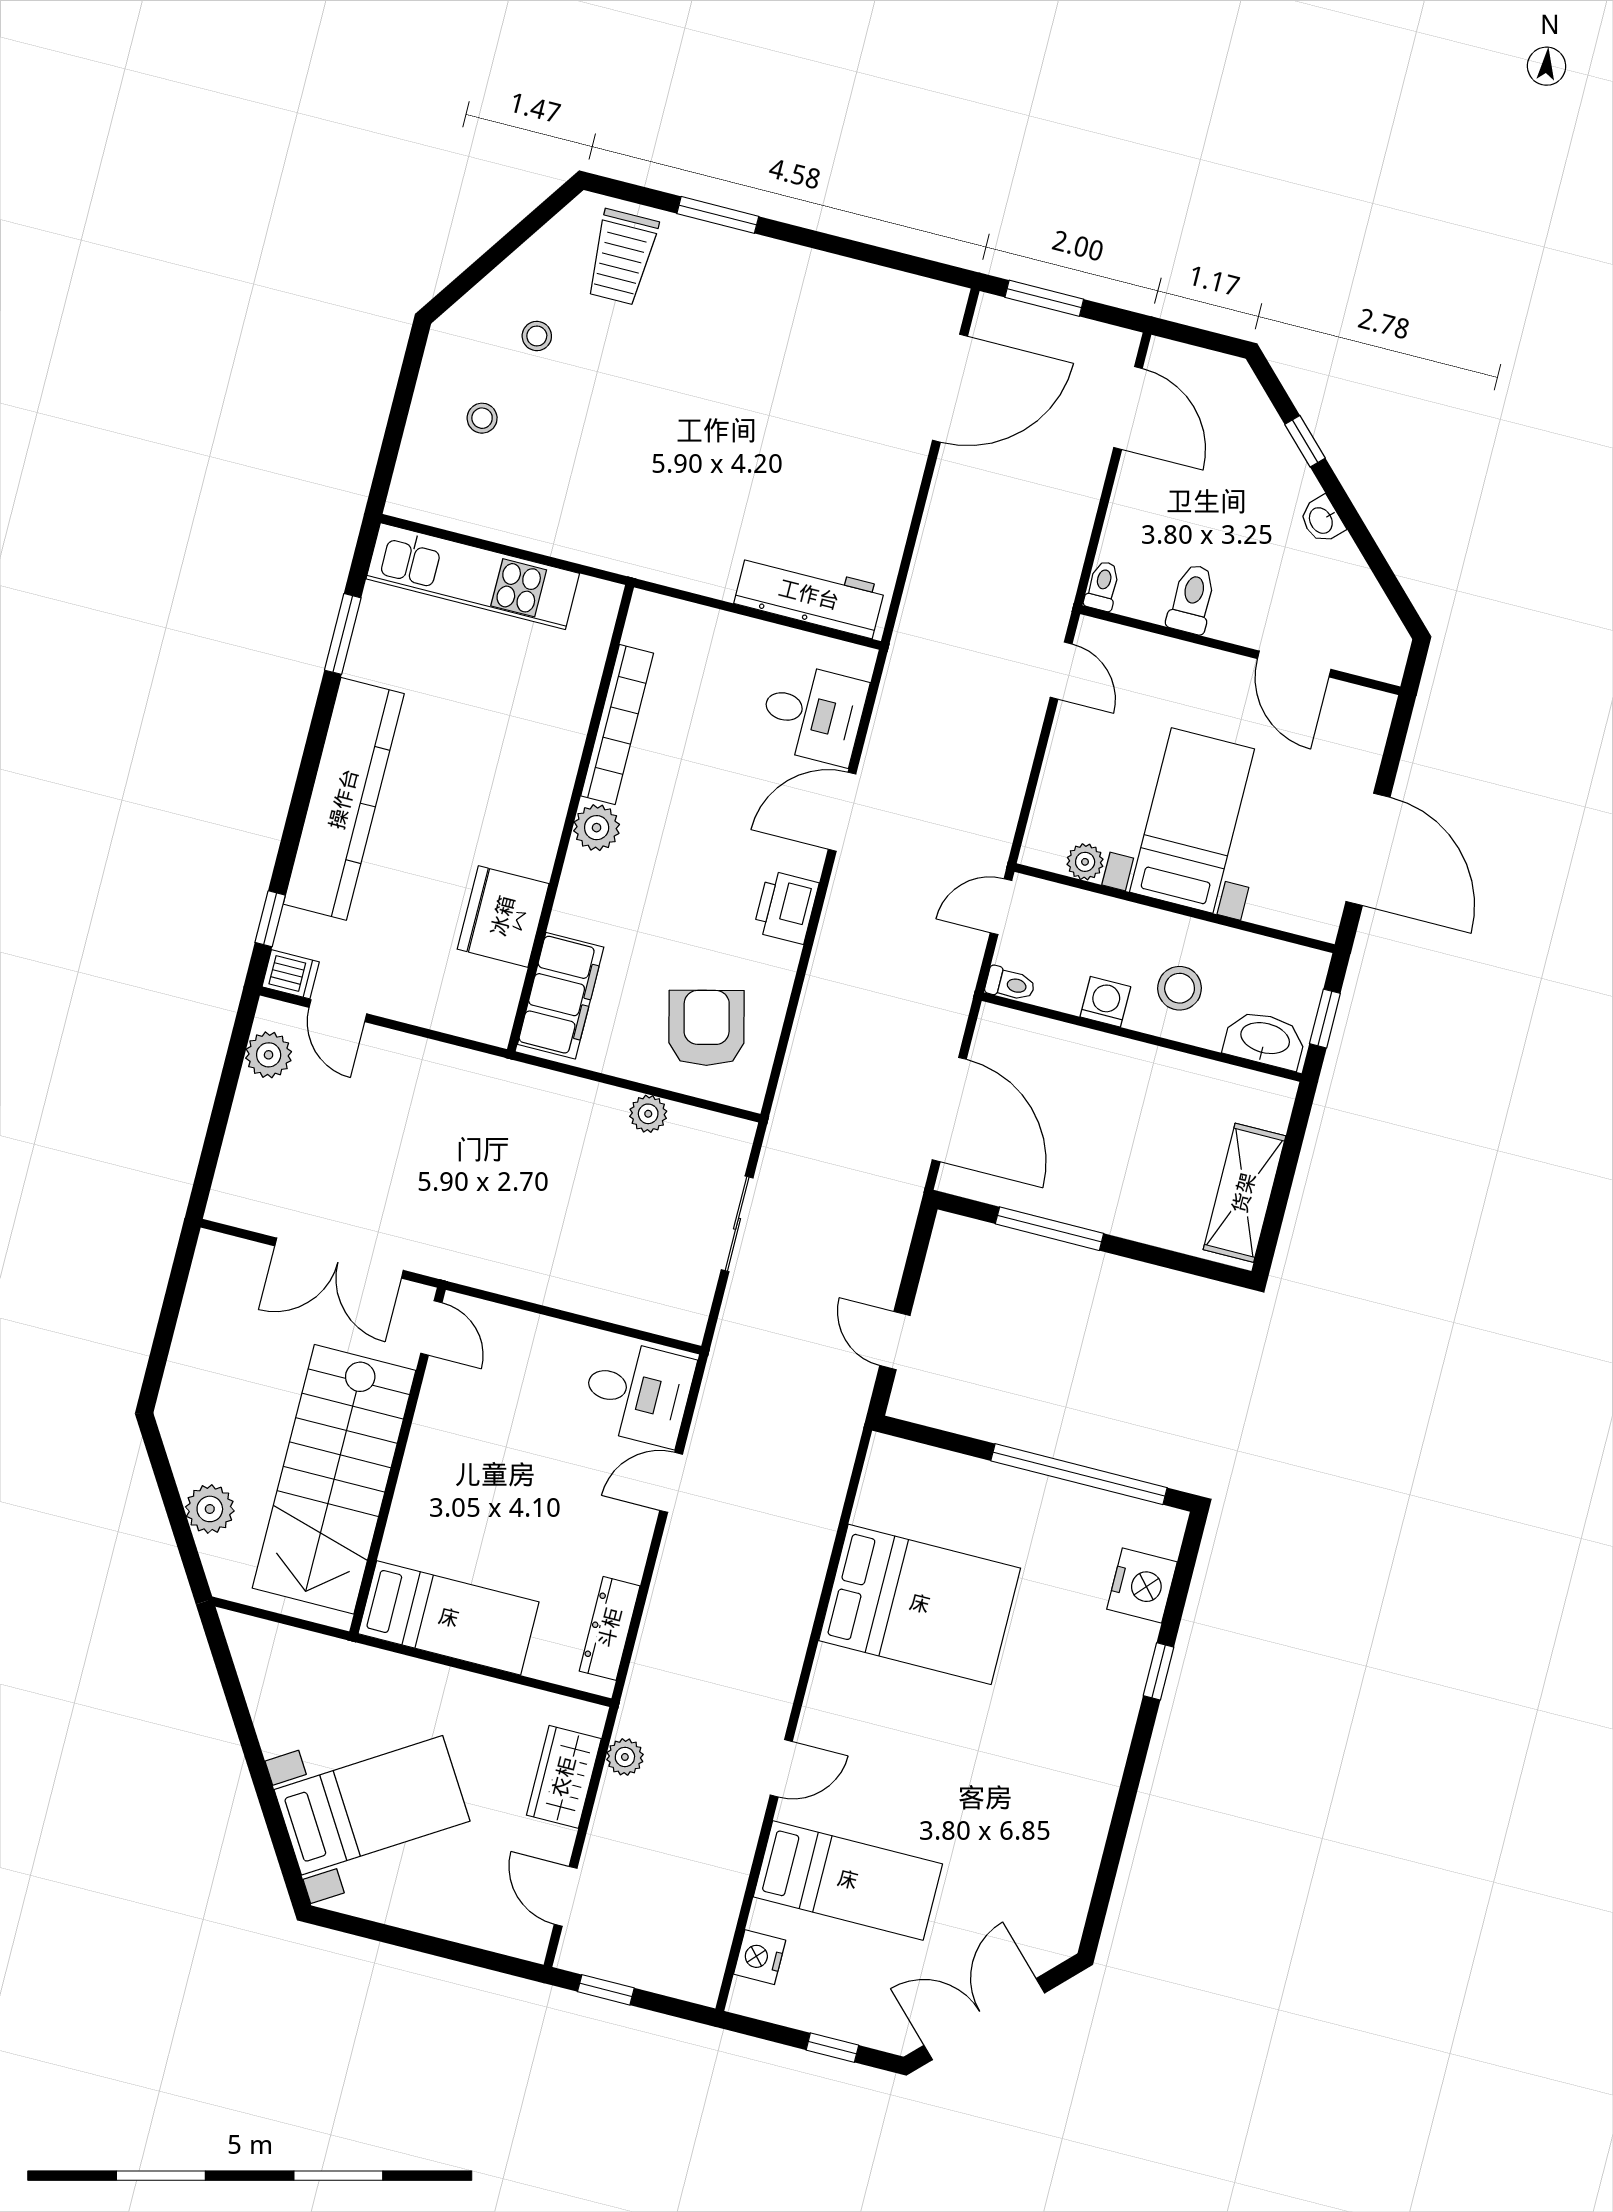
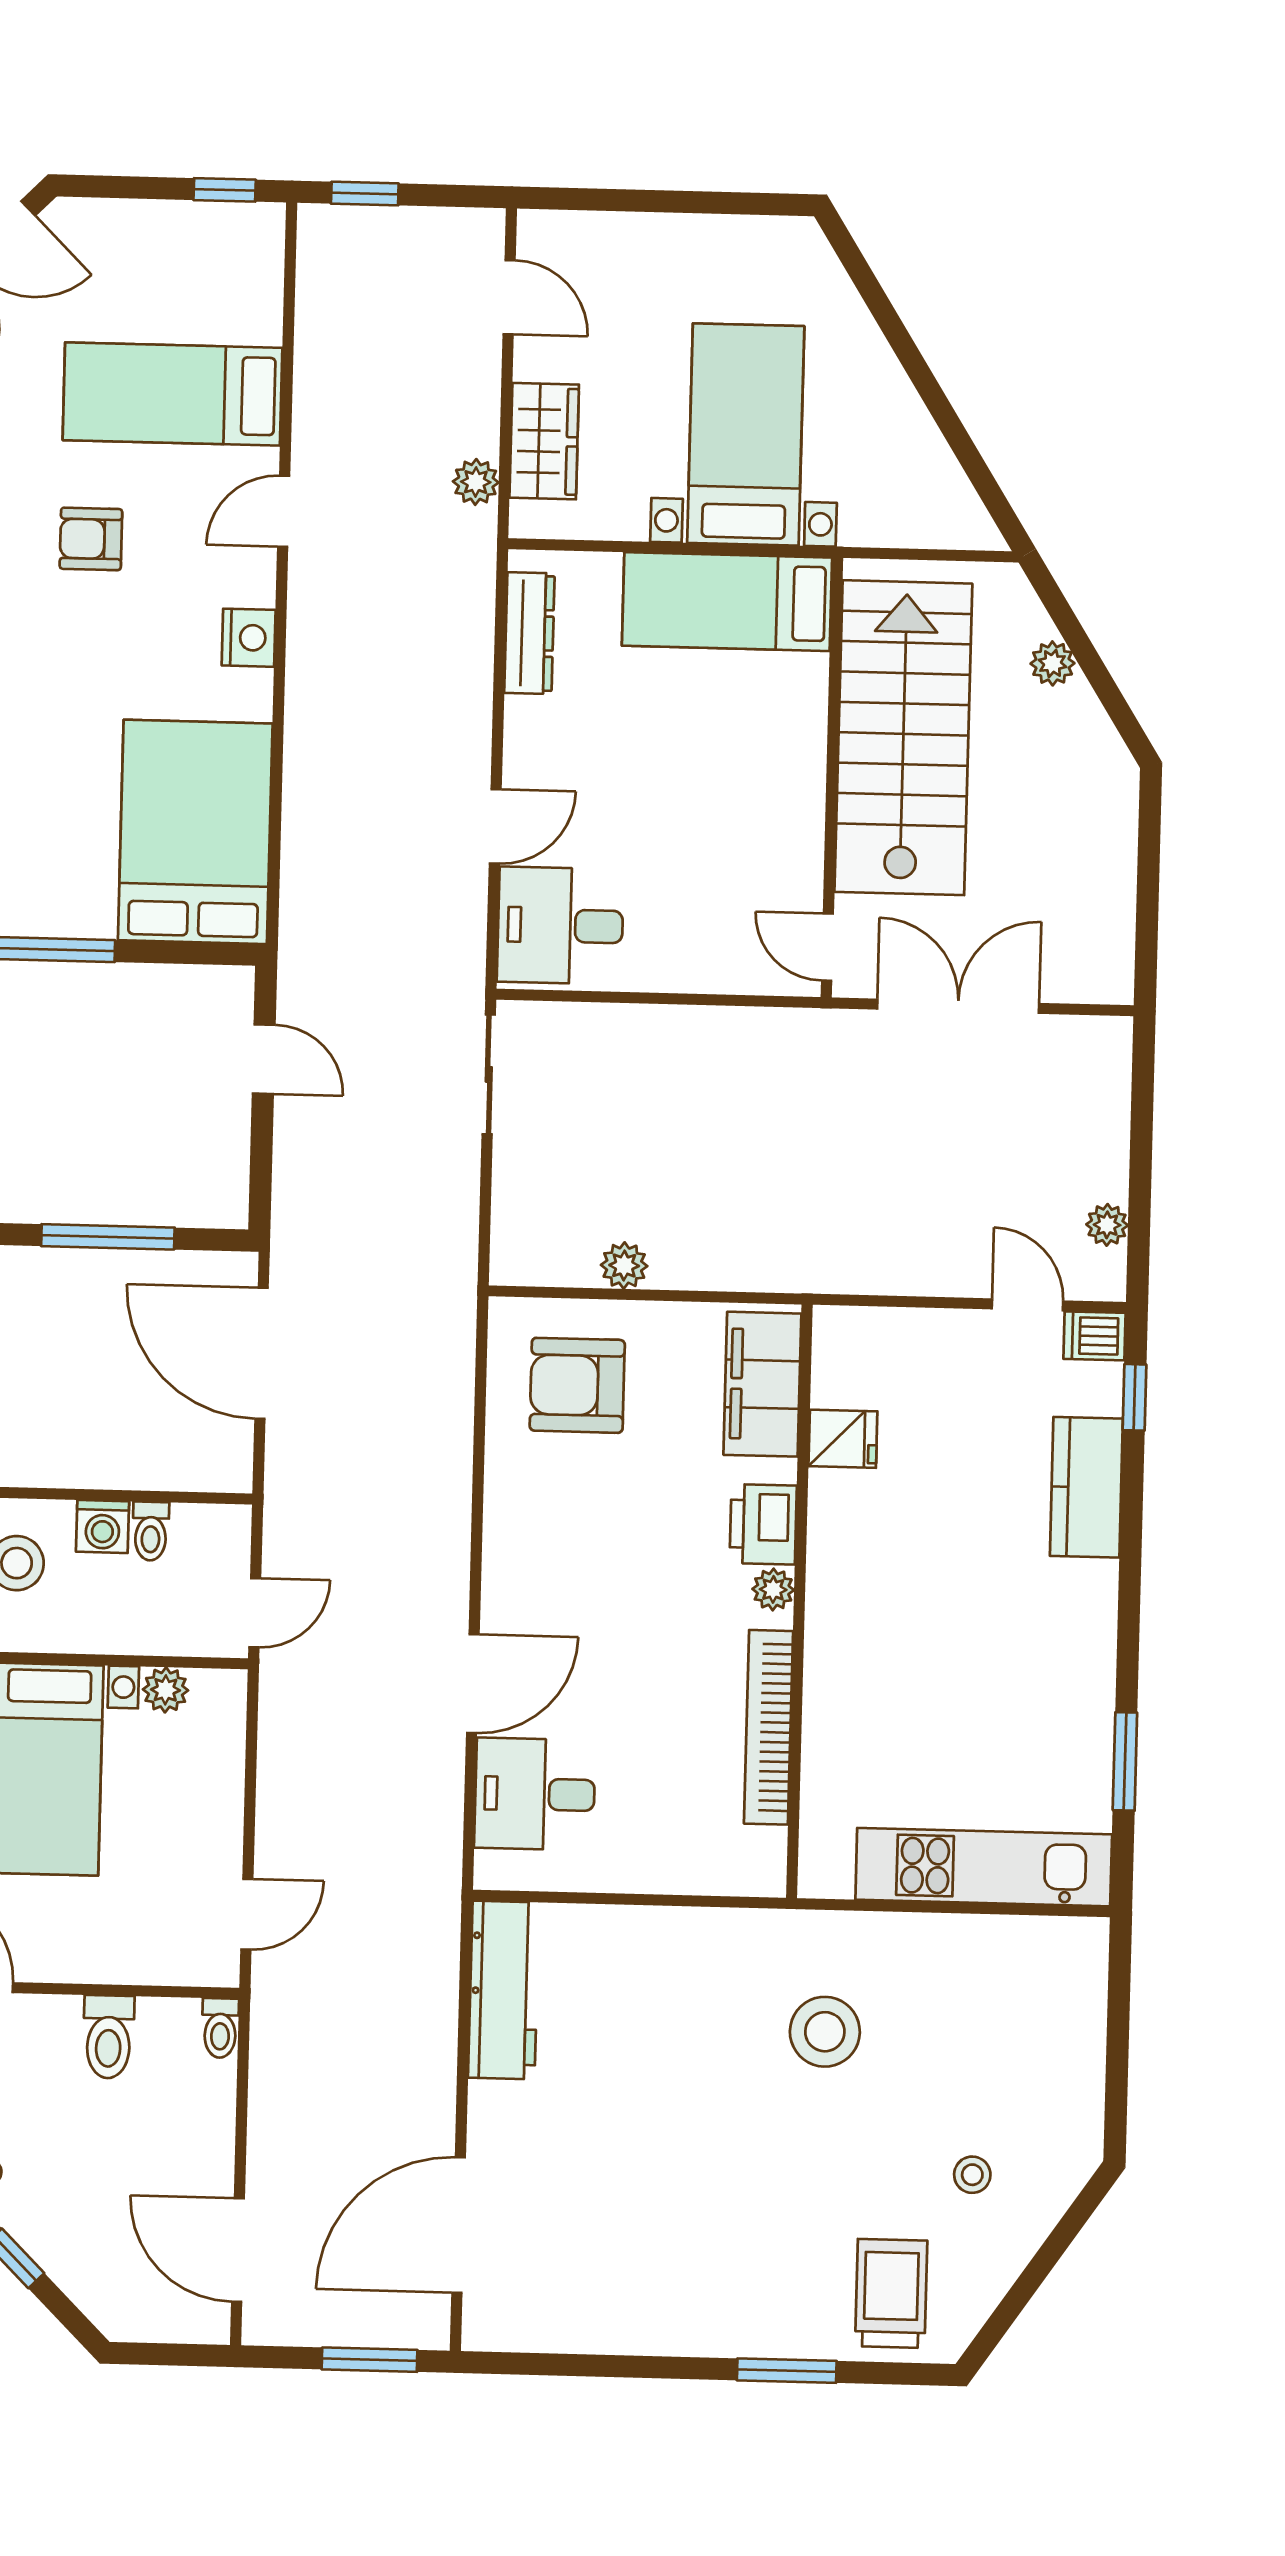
stool: (482, 418) -> (825, 2032), moved, width x1.89, depth x1.89
workbench: (809, 595) -> (504, 1990), moved, turned -90
door: (1061, 671) -> (247, 1914), swing flipped
kitchen counter: (344, 799) -> (1086, 1487), width x0.48, depth x0.86
plant: (597, 828) -> (773, 1589), width x0.73, depth x0.73
printer: (786, 907) -> (763, 1524), moved, turned 180
fridge: (503, 916) -> (843, 1439), width x0.53, depth x0.75
toilet: (1010, 984) -> (151, 1531), moved, turned -90
armchair: (707, 1028) -> (577, 1385), turned 104
plant: (269, 1055) -> (1107, 1225), width x0.73, depth x0.73
sliding door: (737, 1224) -> (489, 1074), moved
plant: (210, 1509) -> (1053, 663), width x0.73, depth x0.73
bed: (920, 1604) -> (195, 832), moved, turned 90
armchair: (938, 1781) -> (91, 539), added
bed with nightstands: (372, 1805) -> (746, 435), moved, turned 122
nightstand: (760, 1957) -> (249, 638), moved
window: (606, 1990) -> (365, 194), moved
window: (832, 2048) -> (225, 190), moved

